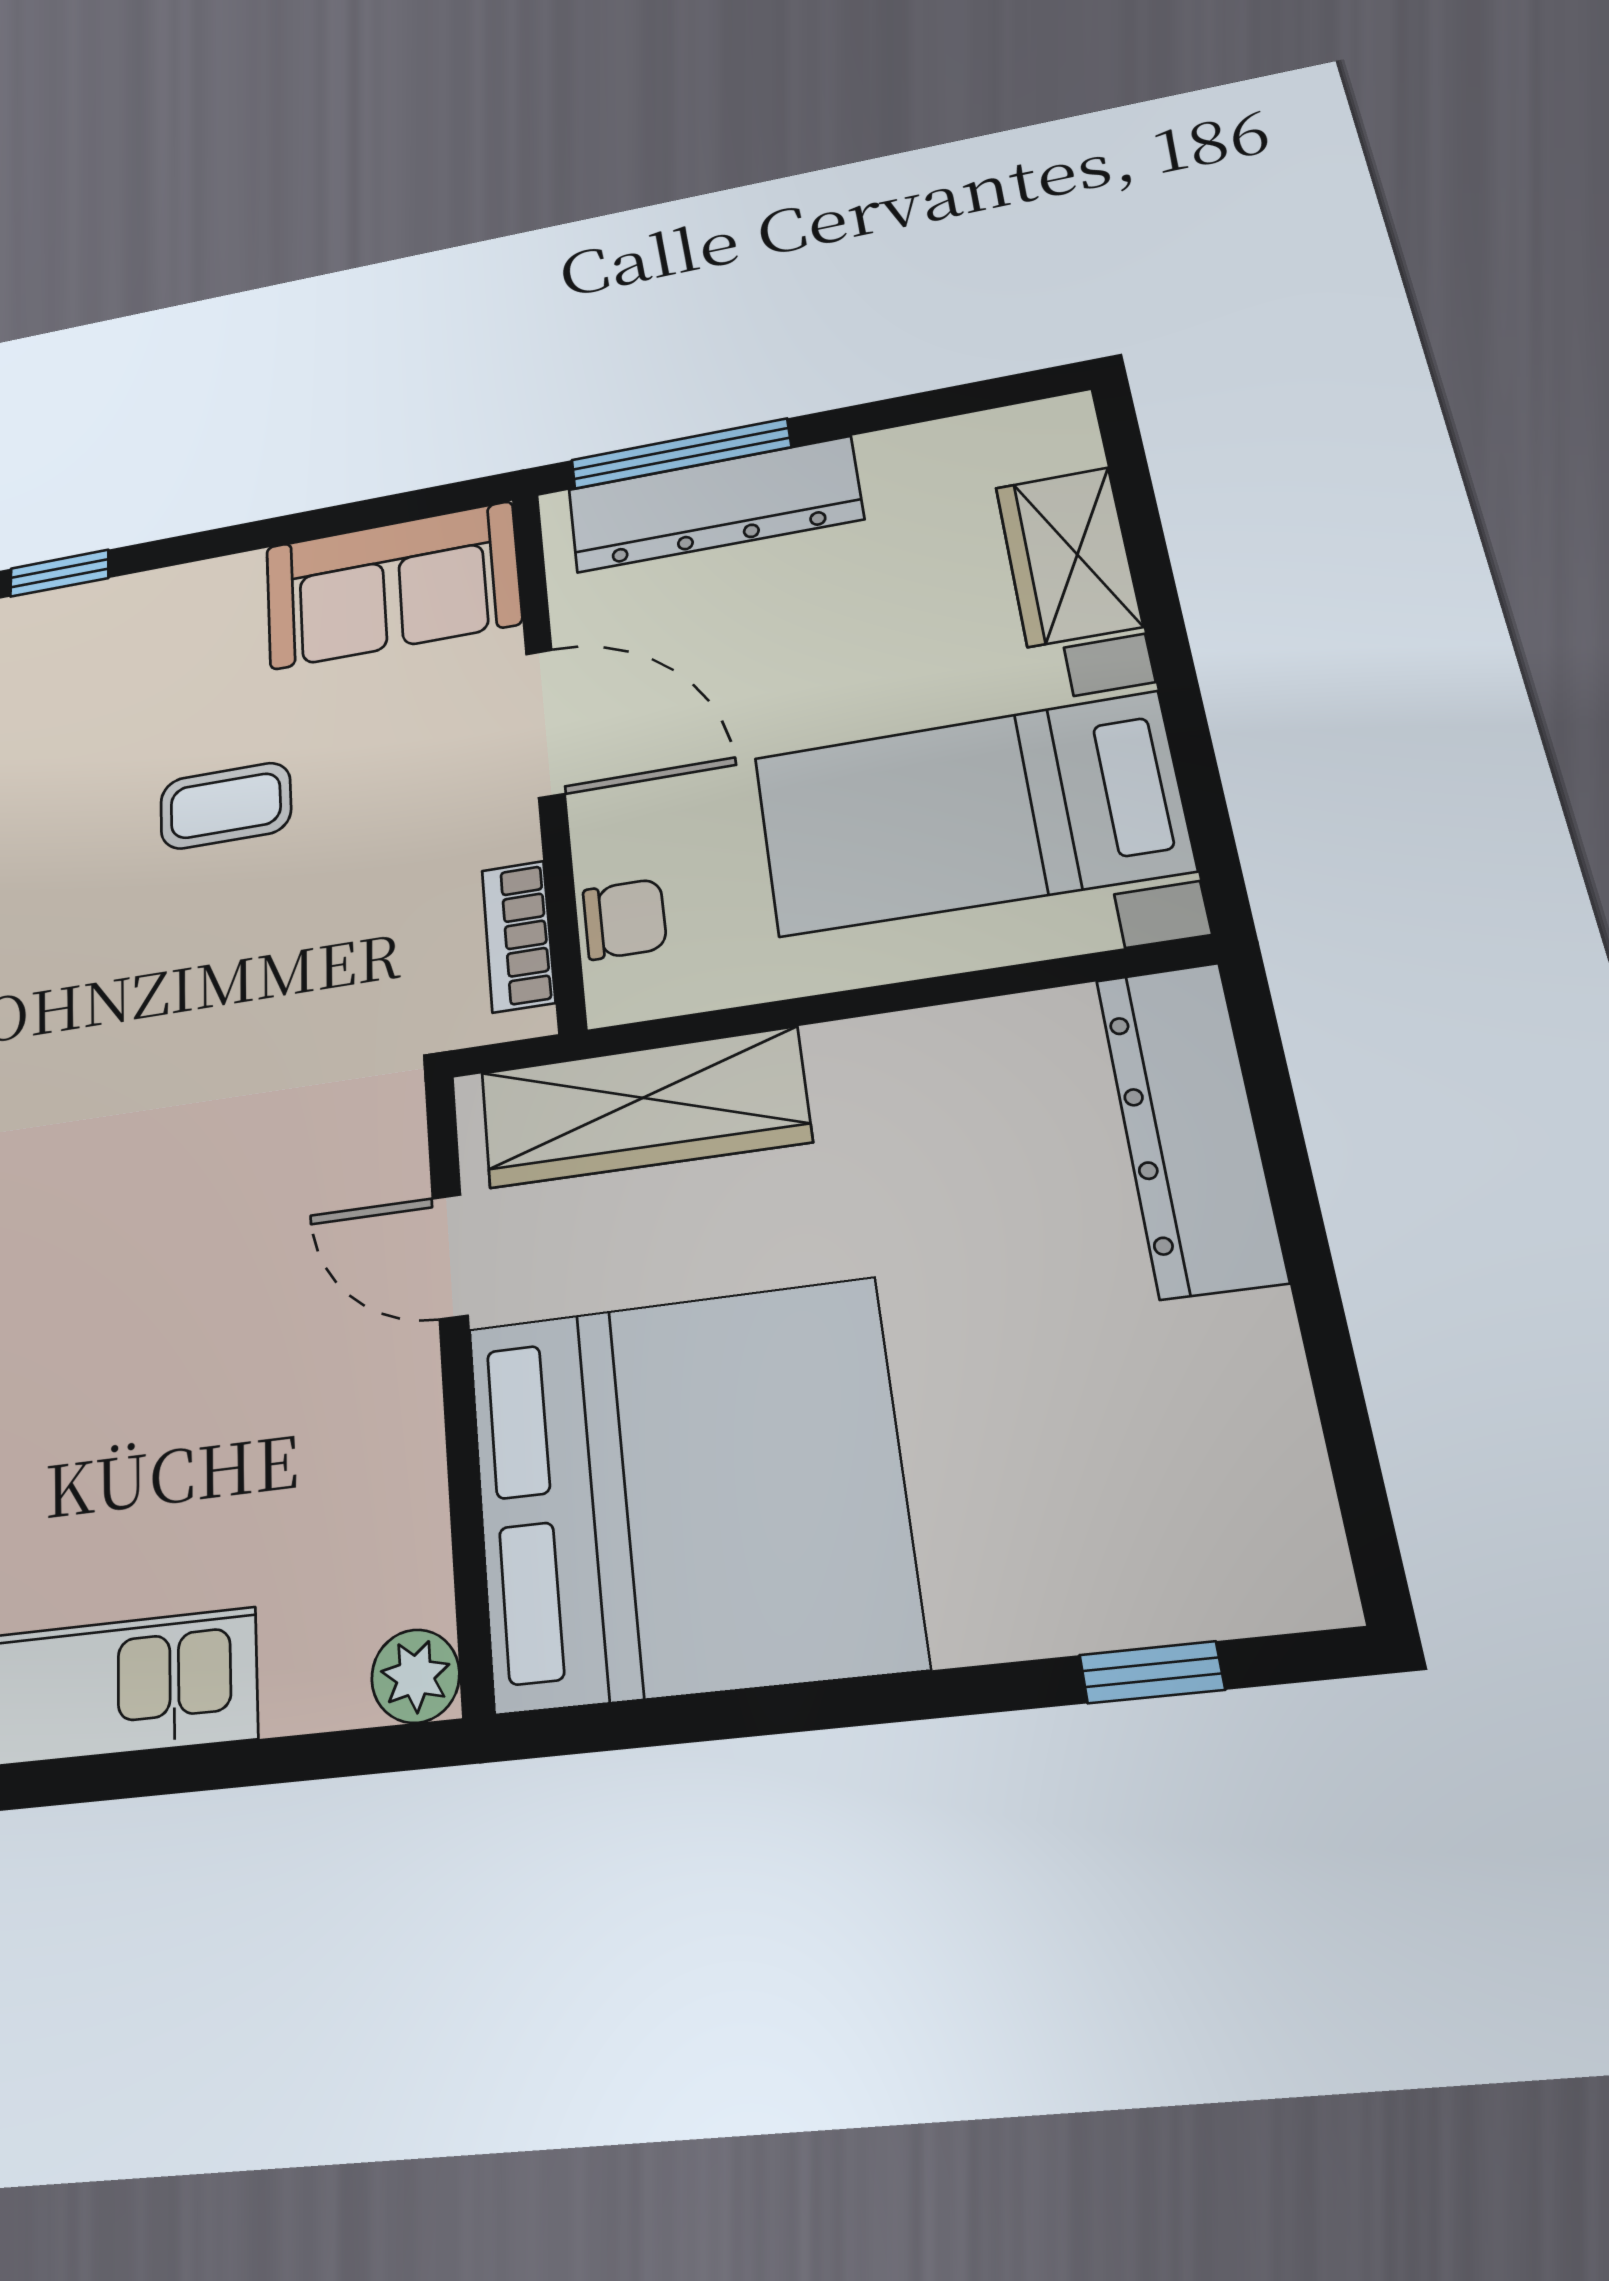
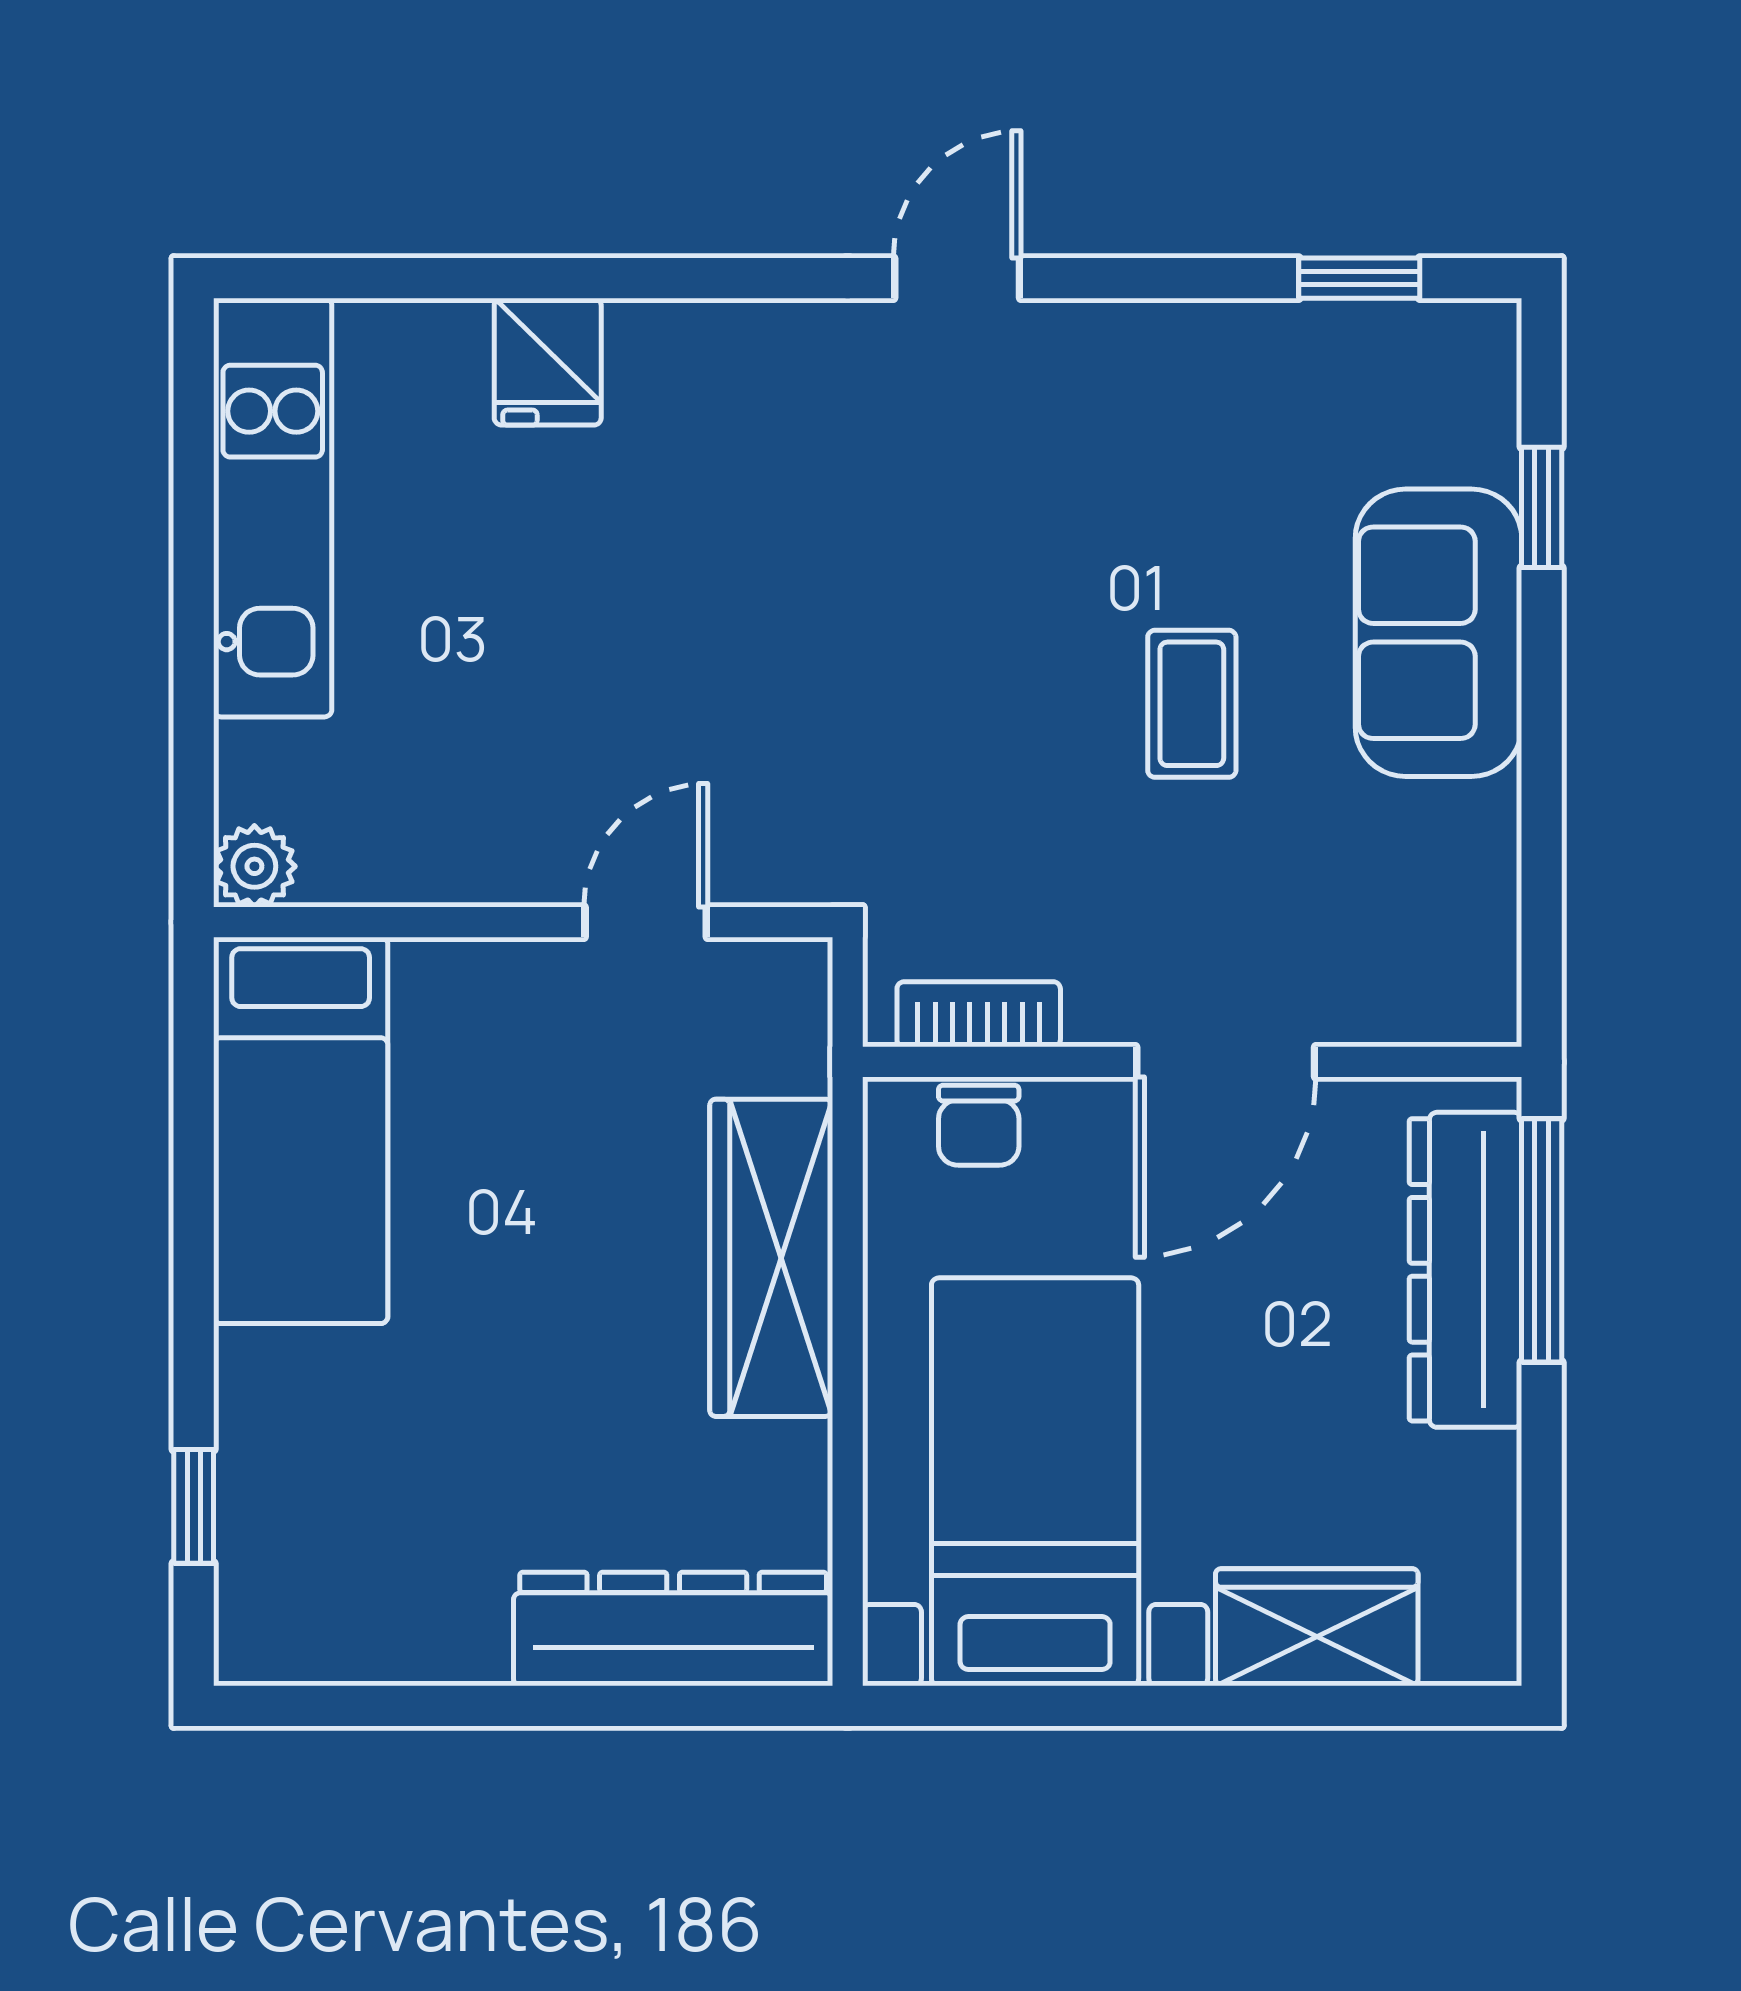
sofa: (392, 585) -> (1438, 633), moved
wardrobe: (644, 1107) -> (771, 1258), moved
bed: (689, 1492) -> (301, 1130), width x0.49

